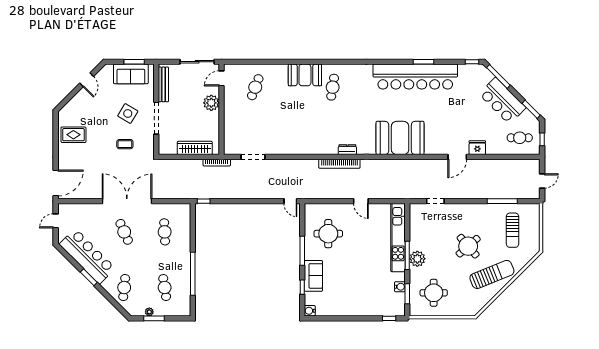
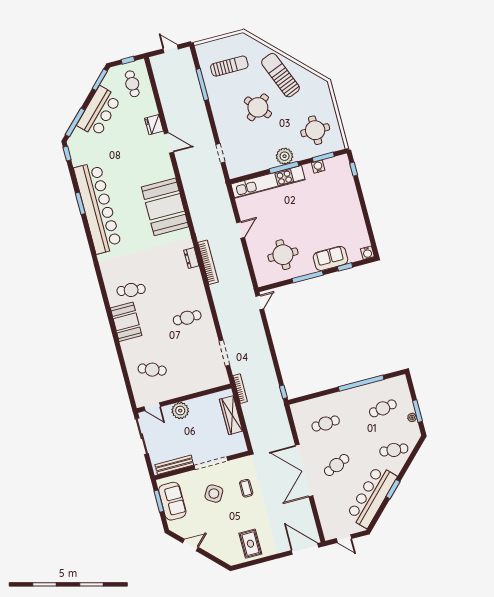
cafe table: (294, 131) -> (187, 318), added

